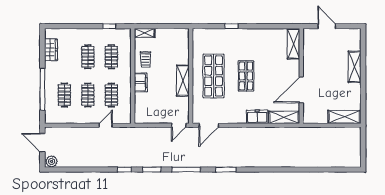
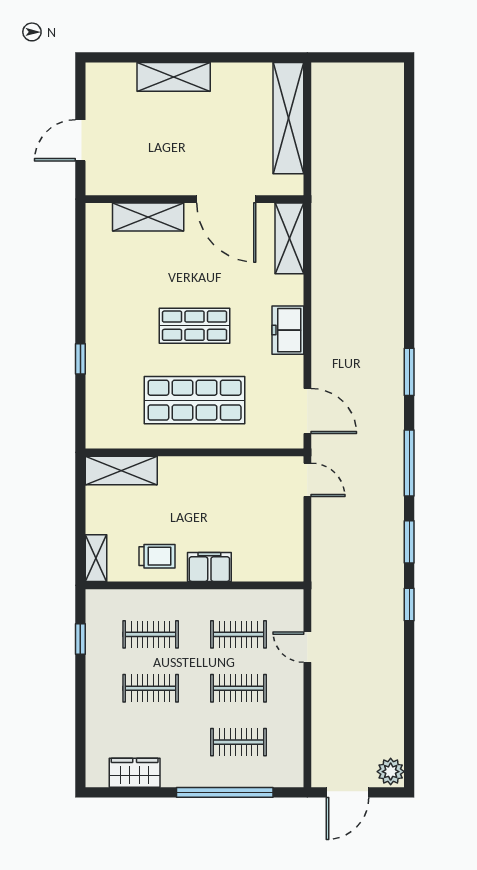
shelving: (293, 44) -> (148, 217), moved
shelving: (183, 81) -> (121, 471), moved
freezer: (257, 117) -> (288, 330), moved
shelving: (344, 117) -> (288, 118), width x1.47

